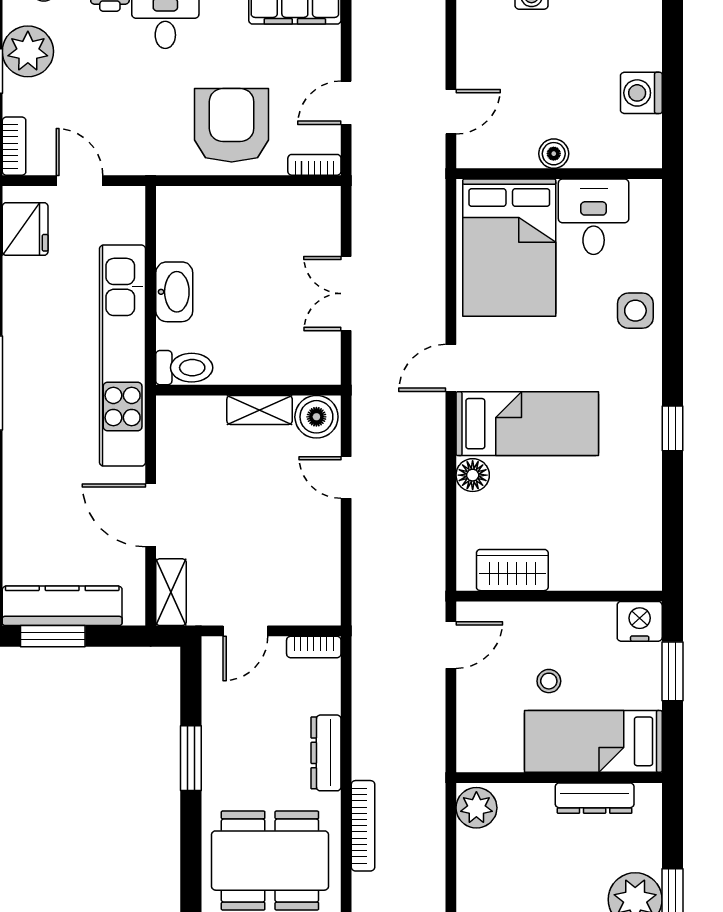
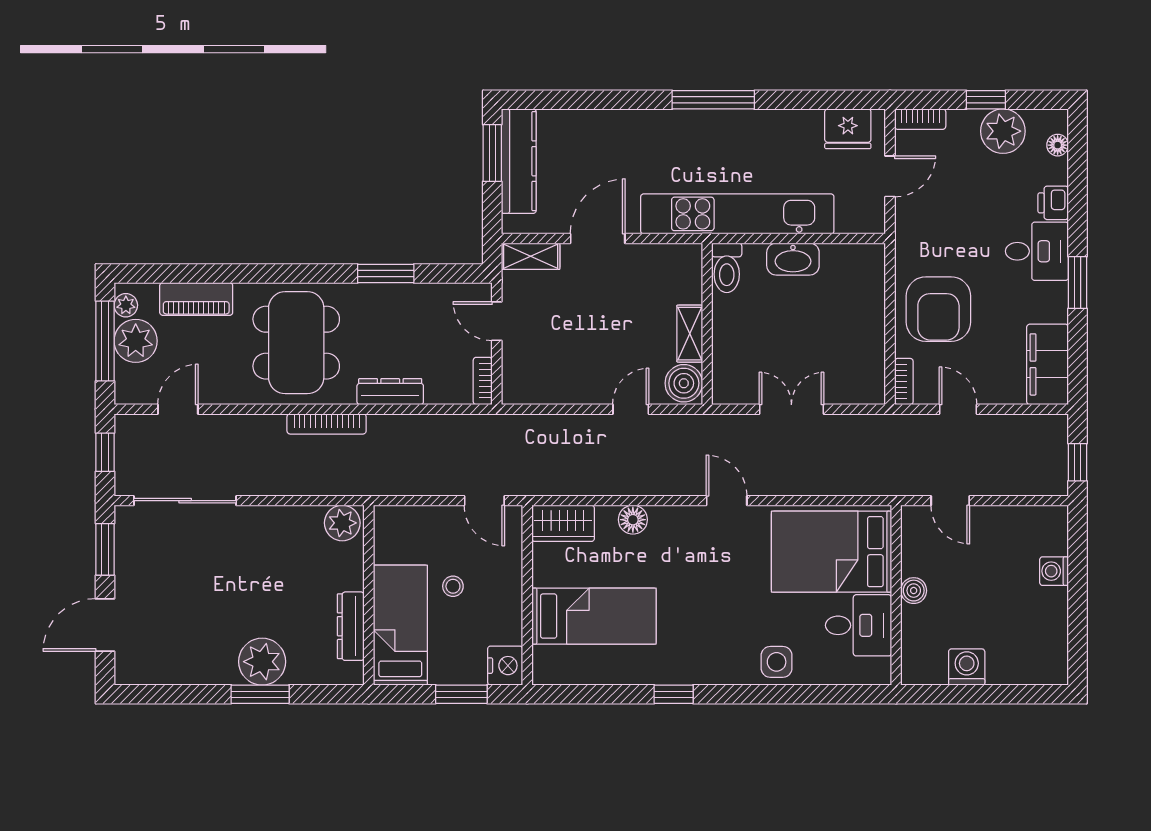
armchair: (232, 125) -> (938, 309), turned 90
bed: (527, 424) -> (594, 616), moved, turned -90
wardrobe: (512, 570) -> (563, 523), moved, turned 90

